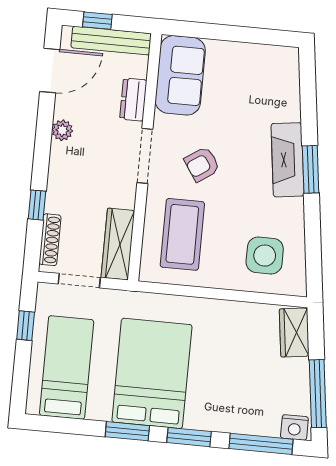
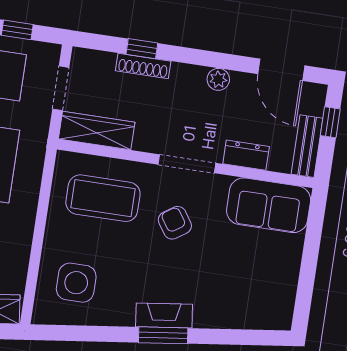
bench: (111, 41) -> (307, 146), width x0.73
fireplace: (287, 160) -> (164, 316), width x0.73, depth x0.76
shoe rack: (50, 240) -> (143, 66), moved

